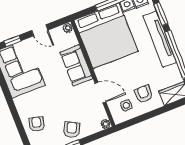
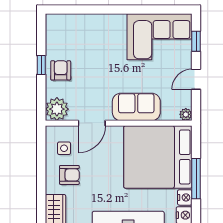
armchair: (37, 124) -> (84, 31), removed
plant: (106, 124) -> (57, 109), width x1.87, depth x1.87
armchair: (71, 130) -> (61, 70), turned -118

